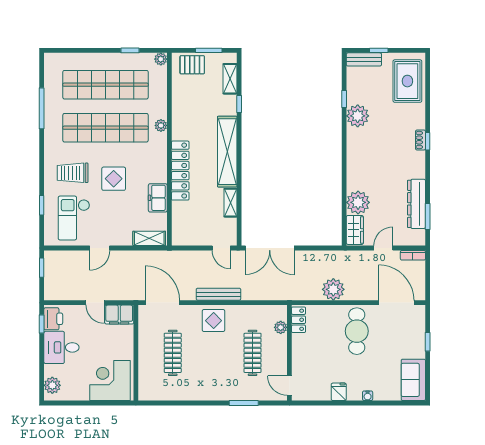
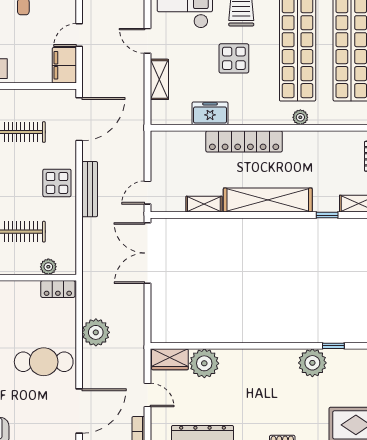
shelving: (149, 238) -> (159, 79), moved

